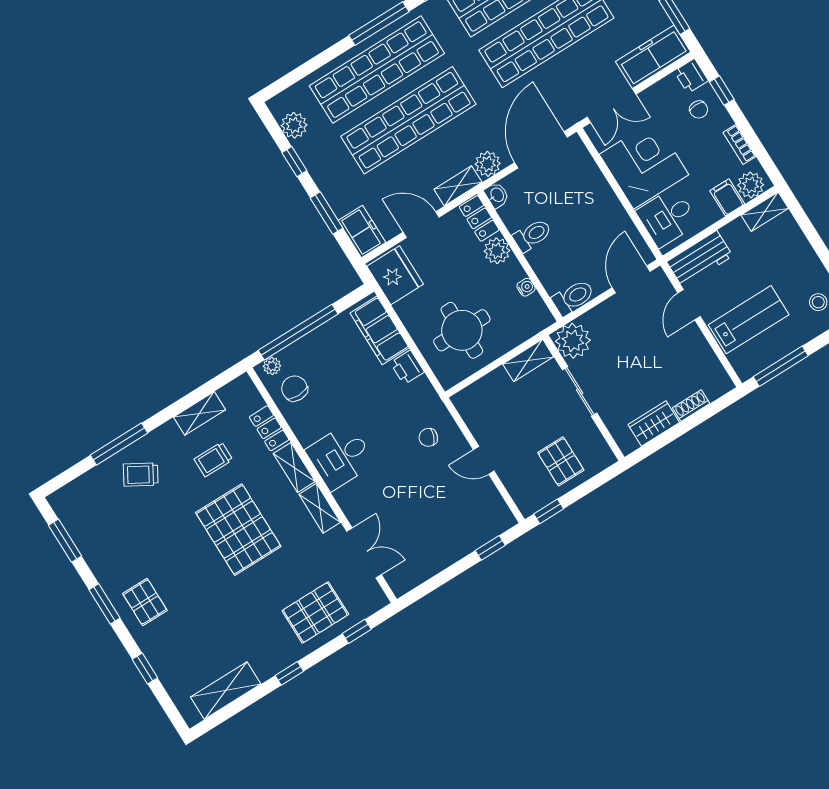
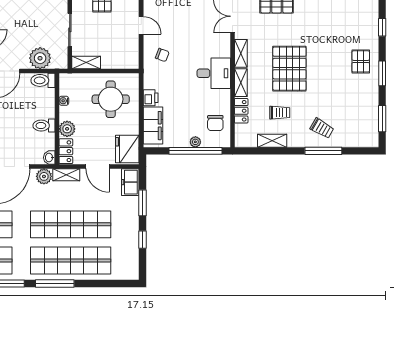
plant: (294, 125) -> (131, 258), removed
plant: (573, 341) -> (40, 58), moved
plant: (272, 366) -> (195, 142), moved

